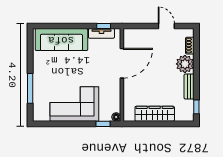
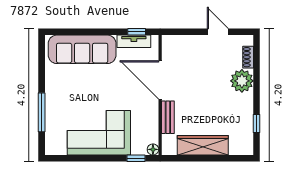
door: (122, 63) -> (160, 80), swing flipped
bench: (189, 87) -> (168, 117), moved
window: (196, 107) -> (257, 123), moved

